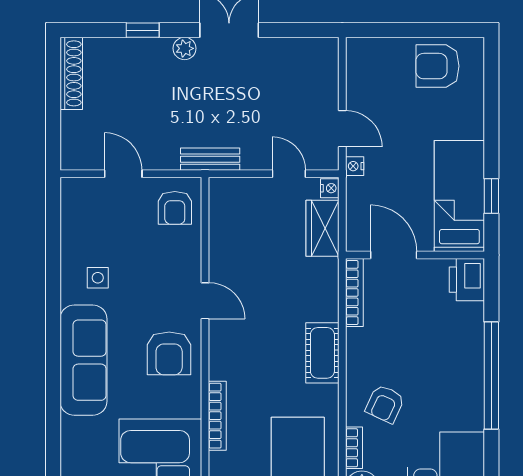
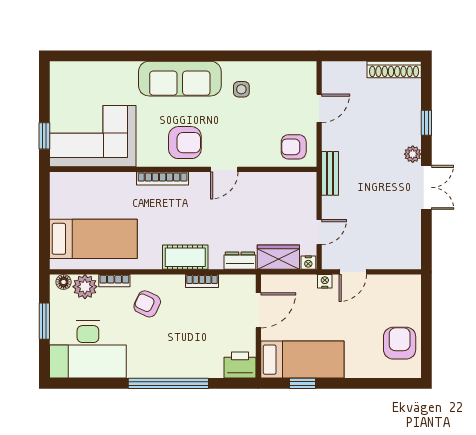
dresser: (327, 280) -> (240, 261), added
bookcase: (354, 293) -> (202, 281), moved, width x0.64
armchair: (169, 353) -> (185, 143), turned 180
bookcase: (217, 416) -> (163, 179), moved

